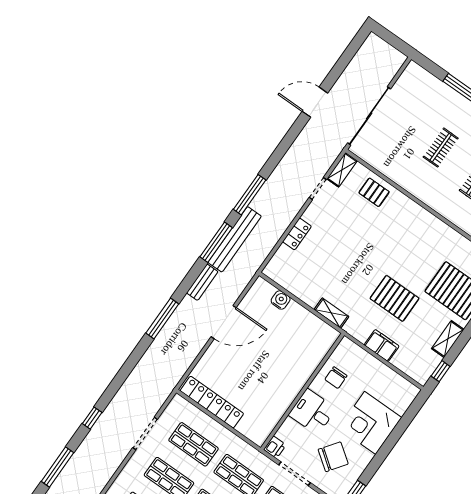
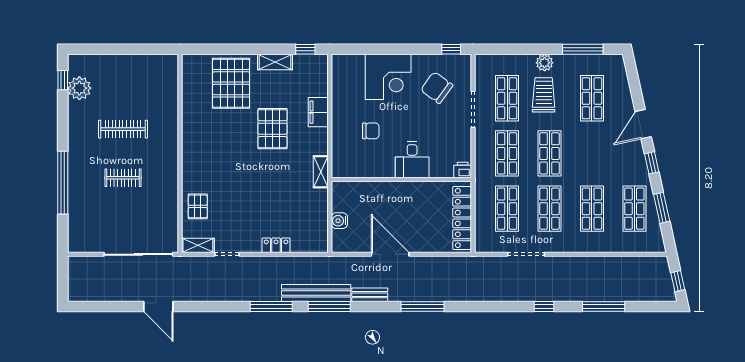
wall: (302, 391) -> (401, 179), moved
desk: (312, 412) -> (412, 160), moved
printer: (275, 447) -> (463, 170), moved

